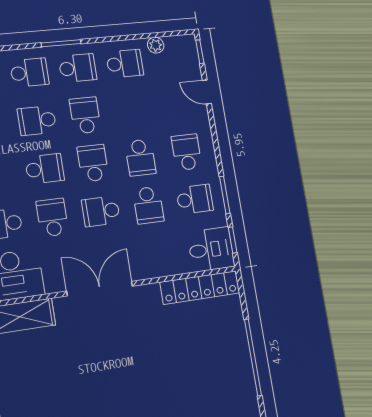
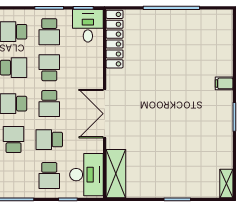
school desk: (195, 199) -> (49, 32), turned 180
school desk: (148, 205) -> (49, 68), turned -90

